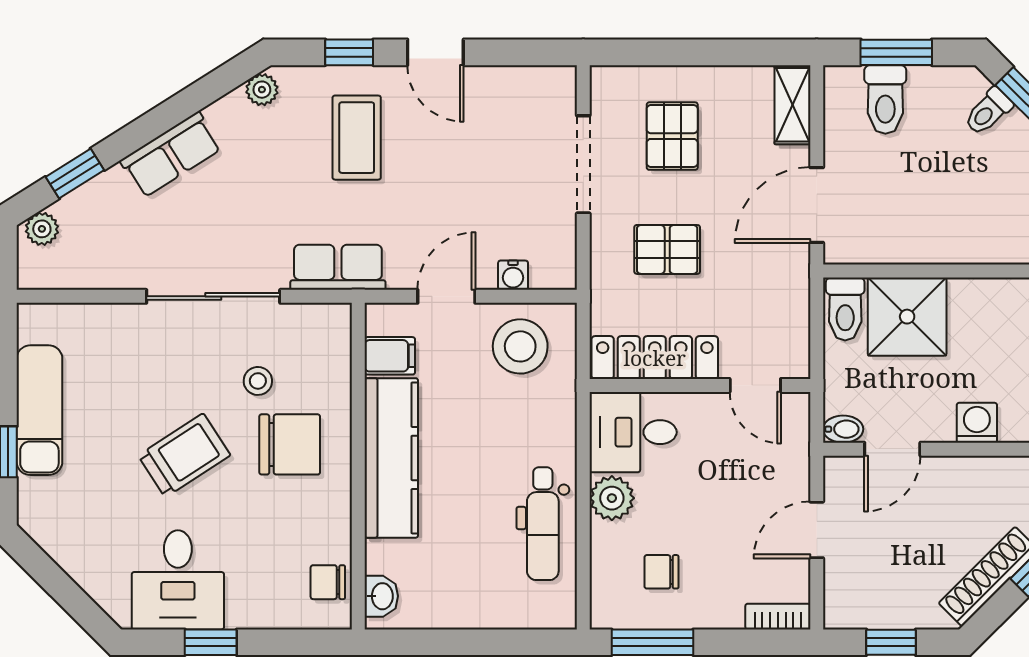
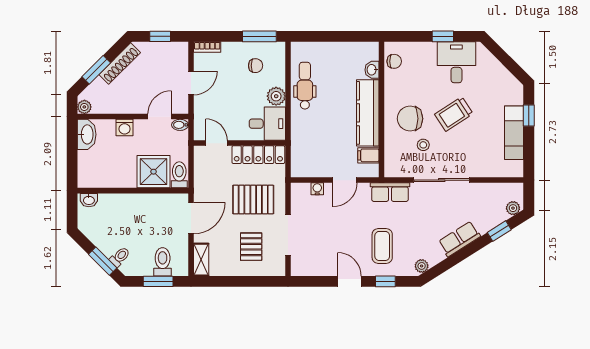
pallet: (667, 249) -> (253, 200), width x1.50, depth x1.42
stool: (520, 346) -> (314, 159), removed
washbasin: (381, 596) -> (372, 70), moved

